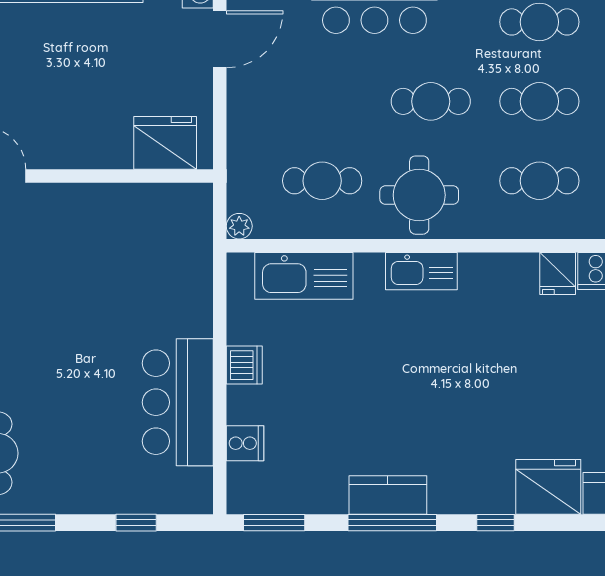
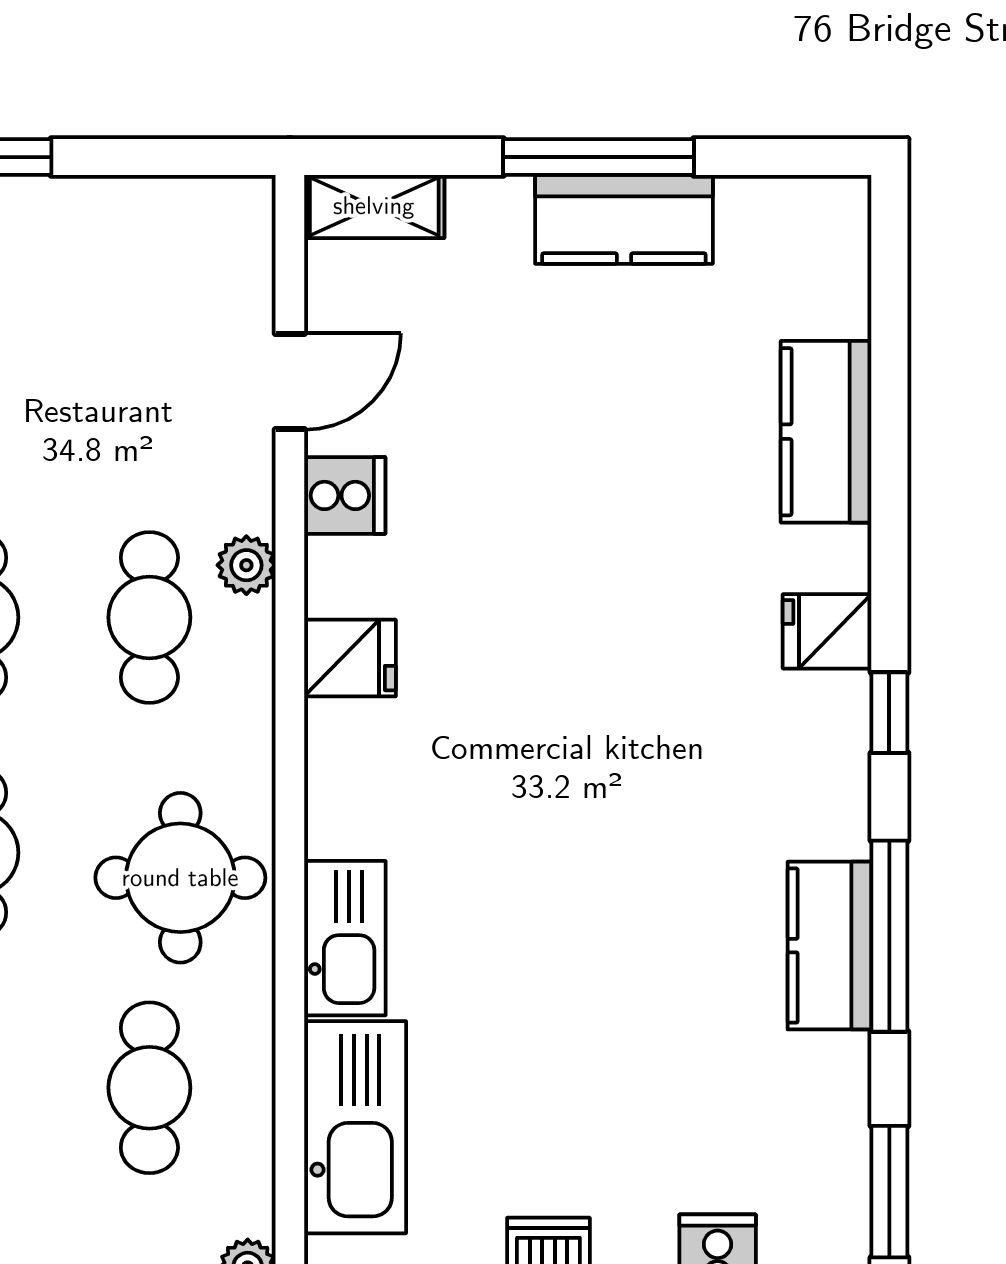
plant: (564, 226) -> (246, 565), added
kitchen sink: (421, 271) -> (345, 938), moved
fridge: (558, 273) -> (350, 658), moved
fridge: (548, 487) -> (827, 631), width x0.53, depth x0.75

